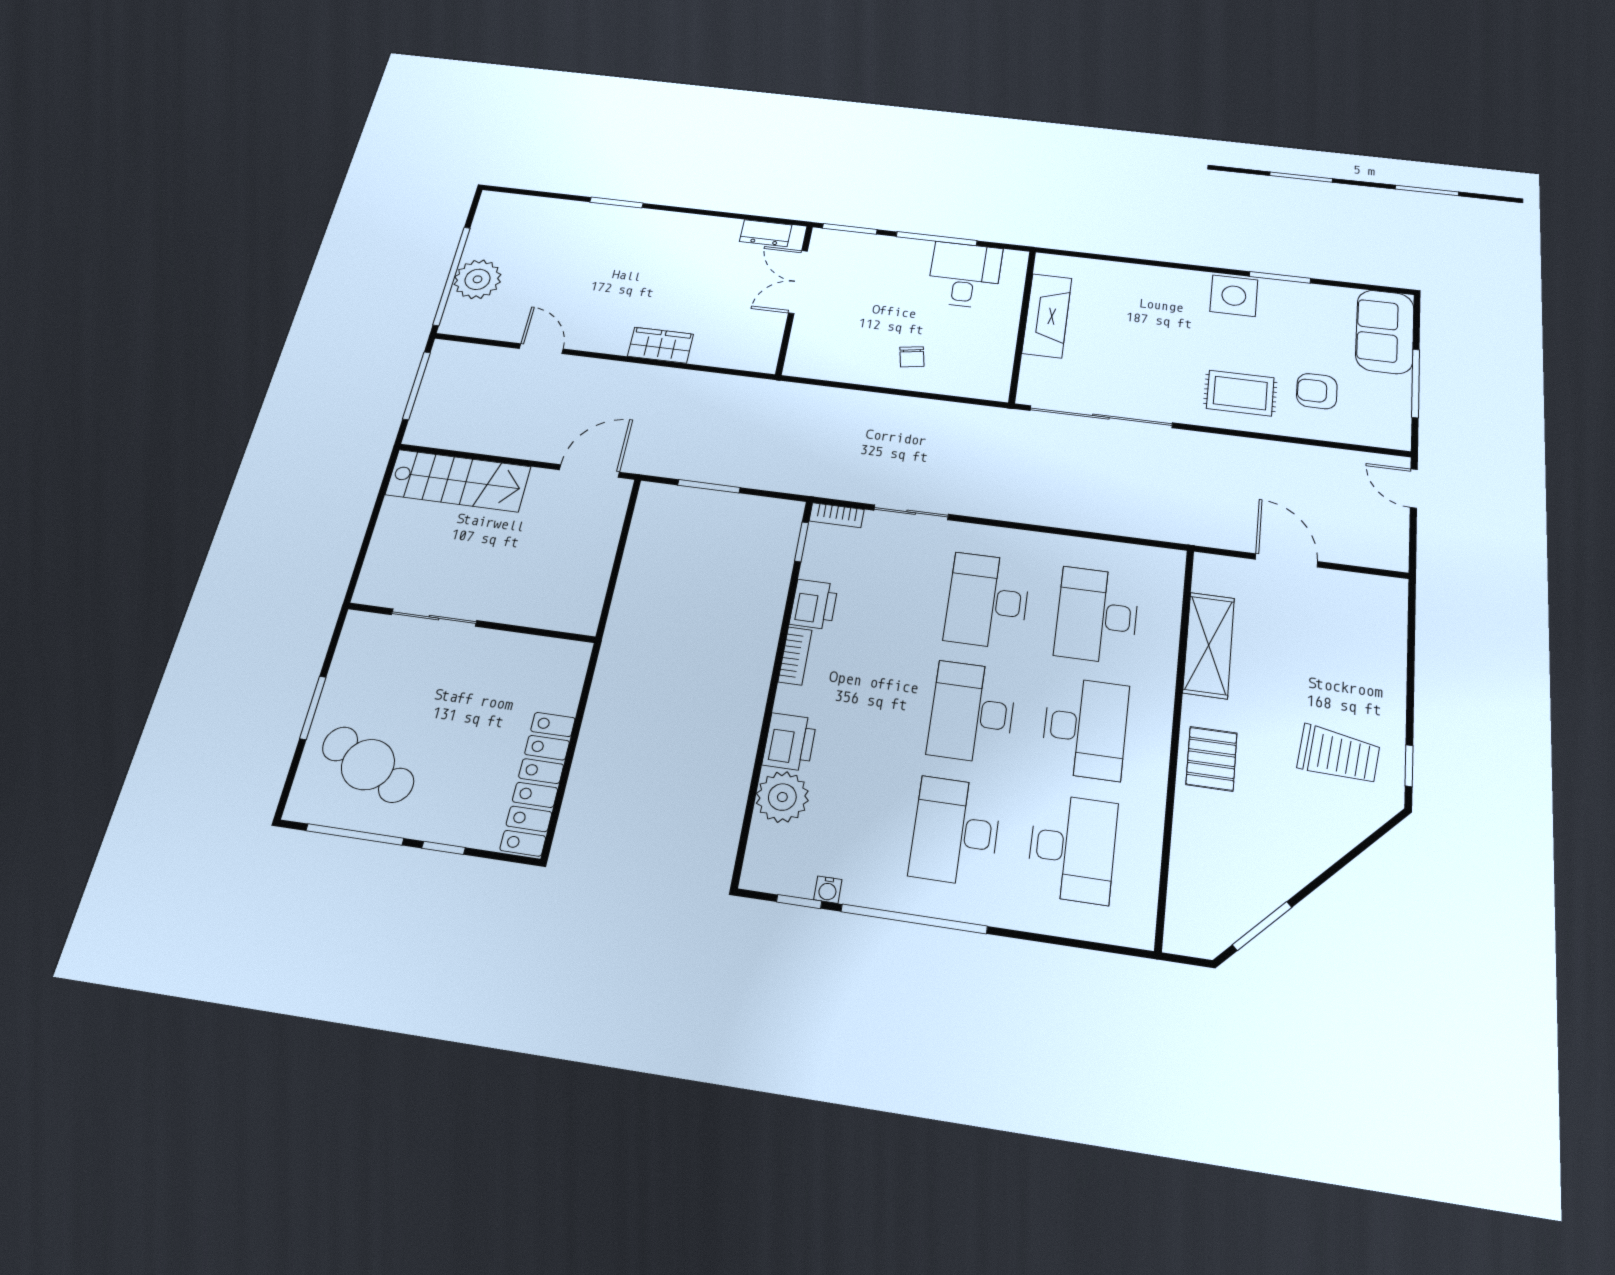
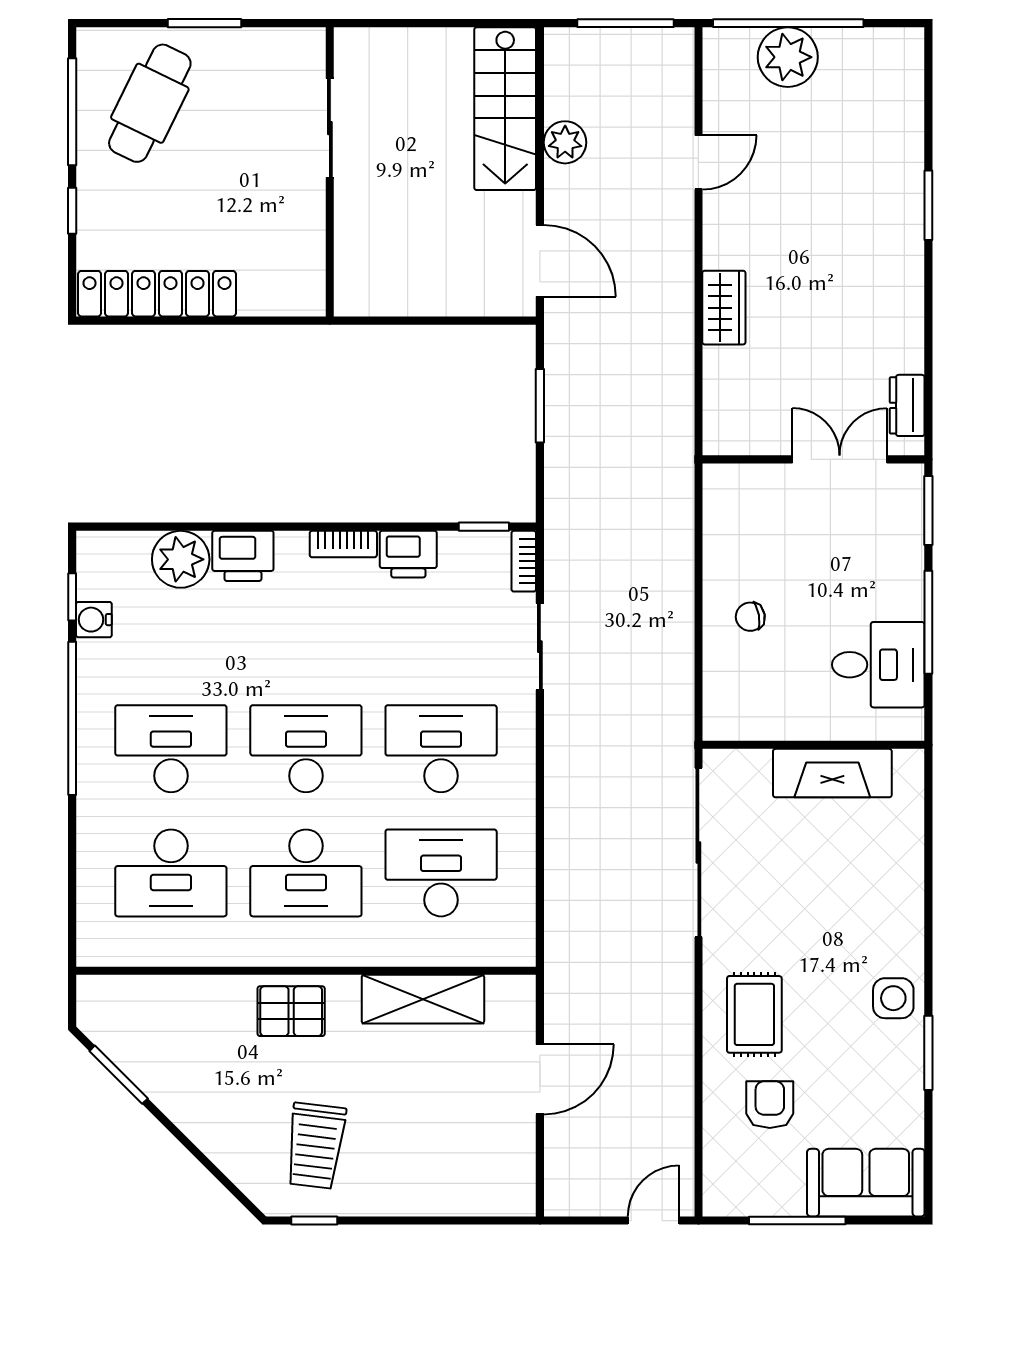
side table: (1234, 296) -> (893, 998), width x0.73, depth x0.73
plant: (498, 440) -> (565, 142), added
water cooler: (828, 890) -> (94, 620), width x1.38, depth x1.38

